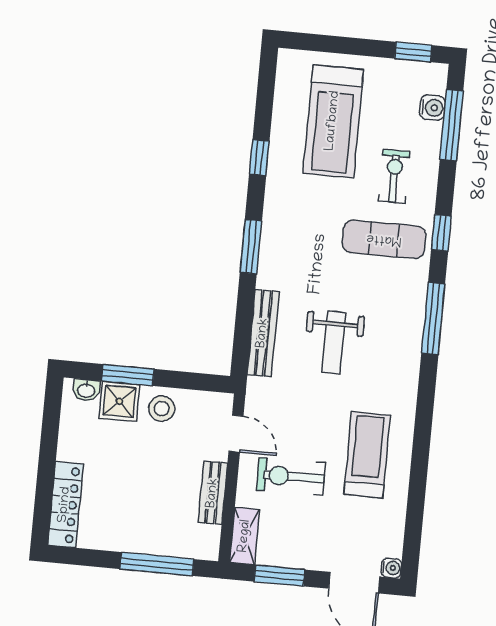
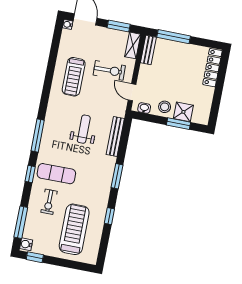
water cooler: (432, 108) -> (26, 244), moved
washbasin: (86, 390) -> (144, 108), moved
bench: (213, 493) -> (148, 50), moved

